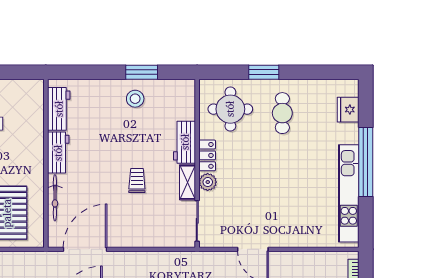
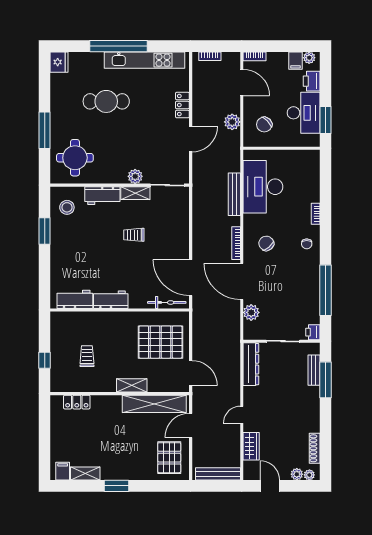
window: (264, 72) -> (45, 130), width x1.44
stool: (135, 99) -> (67, 207), moved
fridge: (348, 110) -> (59, 62), moved, turned -90
cafe table: (282, 113) -> (106, 101), moved, width x1.37, depth x1.35
locker: (207, 155) -> (182, 105), moved, turned -90
bicycle: (55, 198) -> (167, 302), moved

